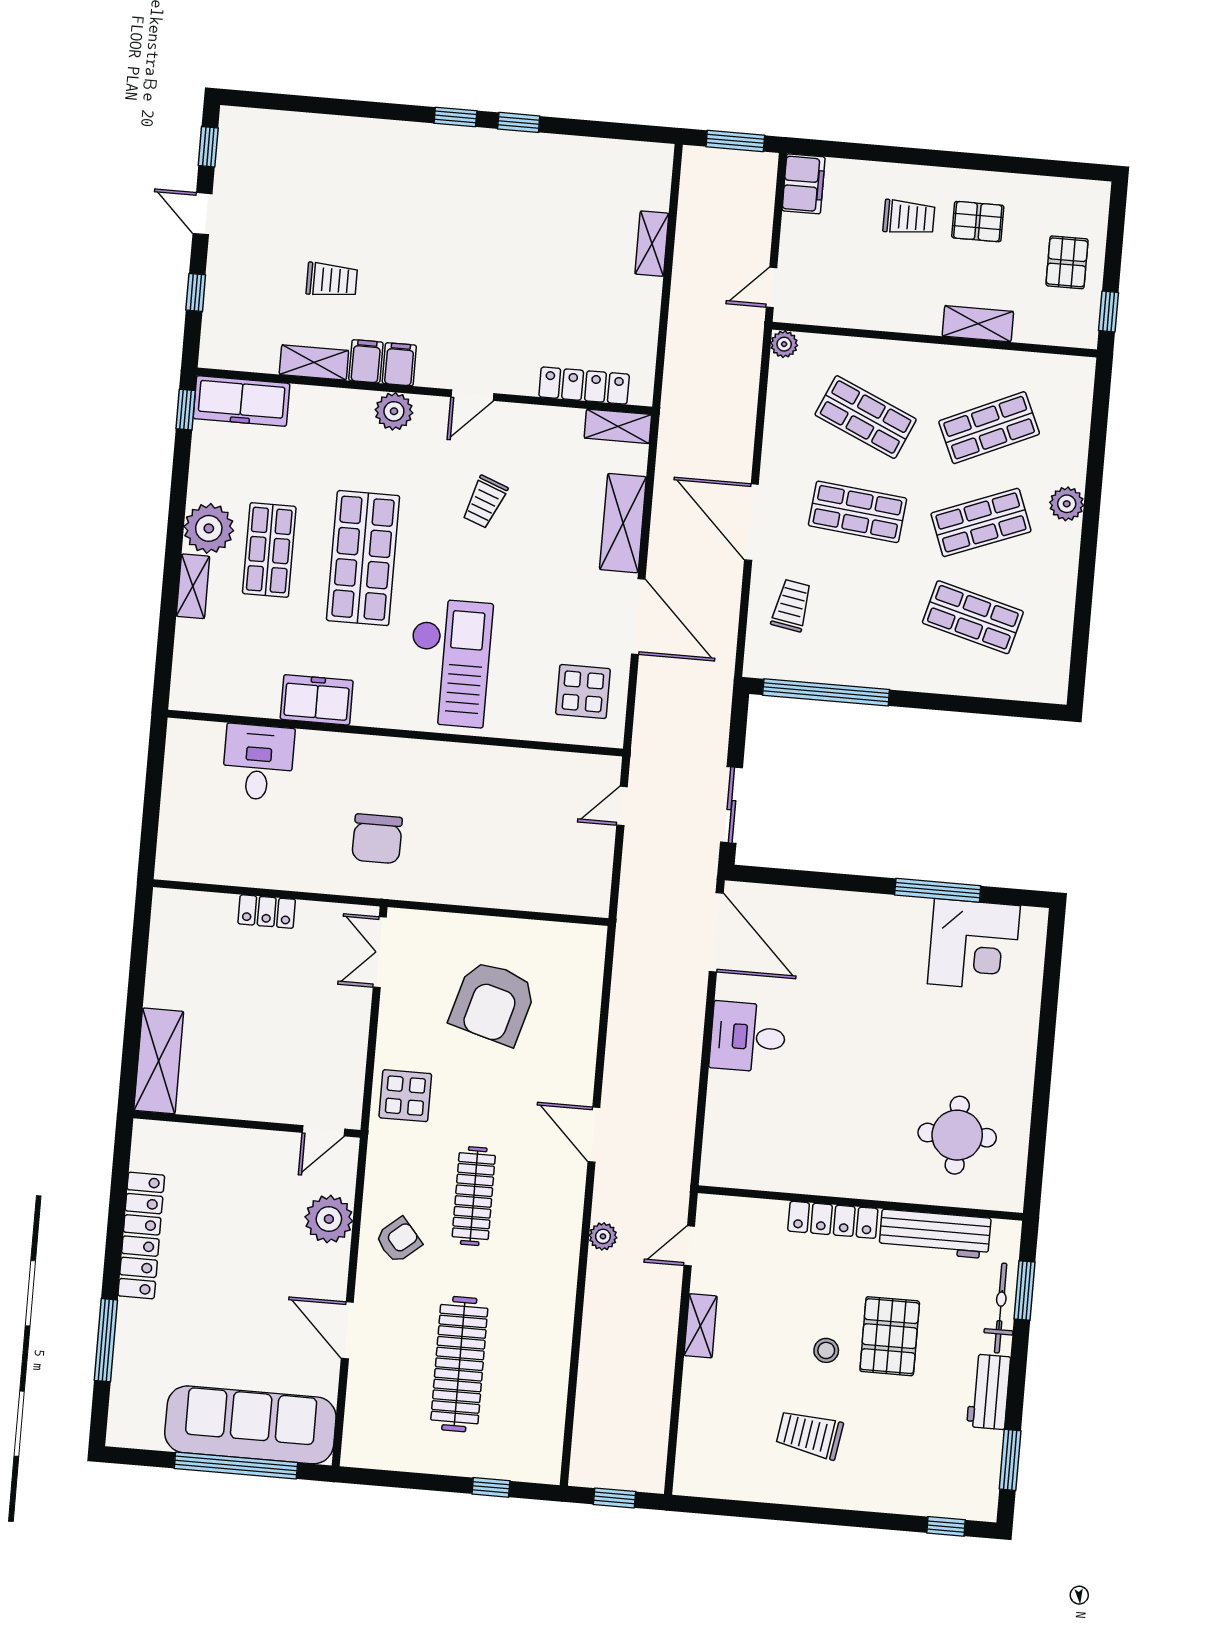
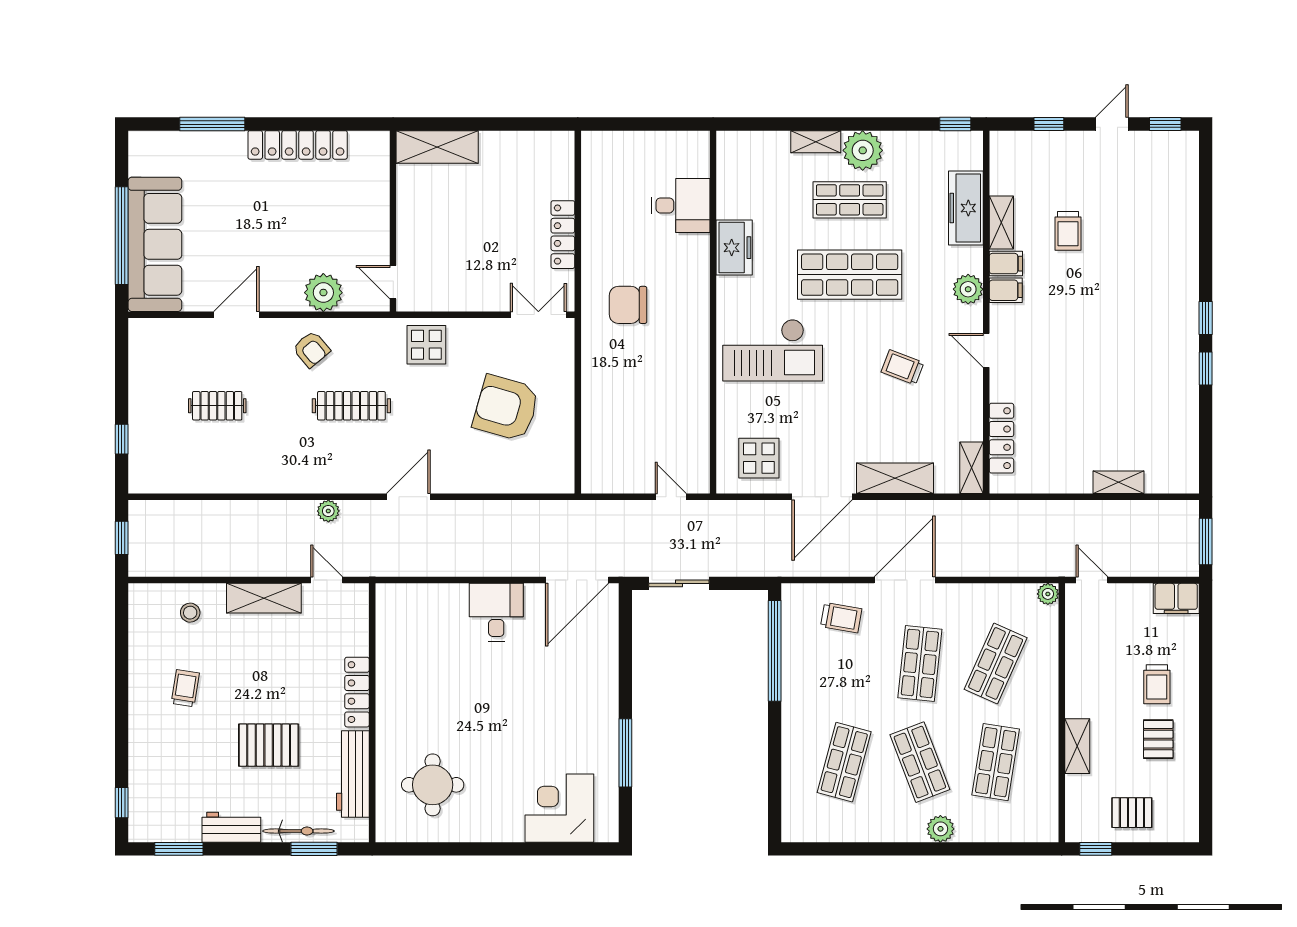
freezer: (241, 401) -> (966, 208), moved
shop shelf: (989, 428) -> (996, 762), turned 33
locker: (267, 912) -> (563, 235), width x1.53
corner desk: (974, 945) -> (559, 808), moved, turned 90
shelving: (701, 1326) -> (264, 598), width x1.50, depth x1.33
stool: (826, 1350) -> (190, 613), moved
clothes rail: (459, 1364) -> (217, 406), width x0.54, depth x0.76
trolley: (810, 1434) -> (185, 688), width x0.73, depth x0.72

